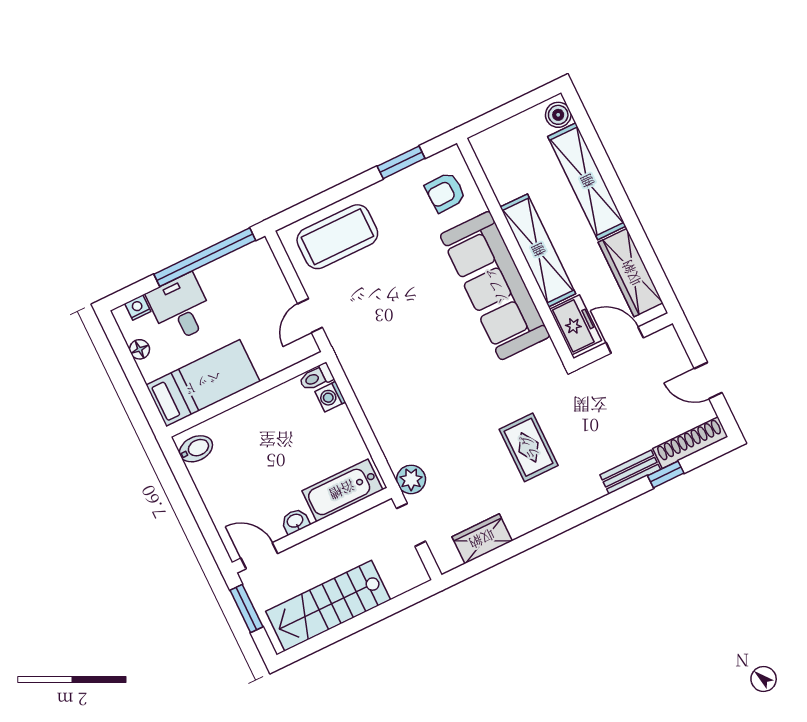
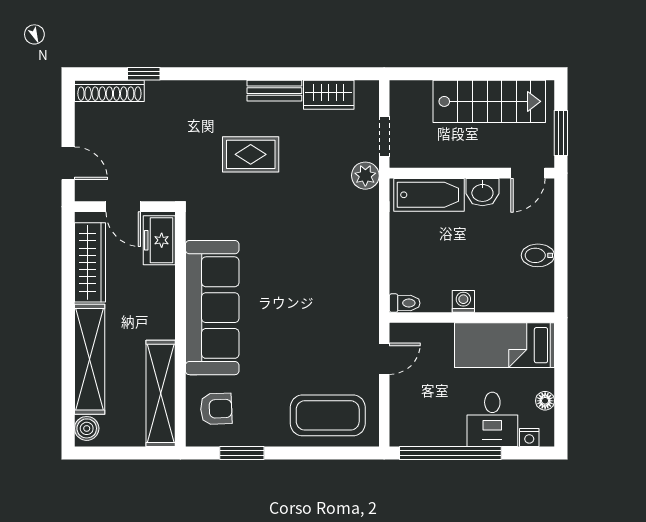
shelving: (538, 250) -> (161, 393), moved
door: (708, 381) -> (68, 163), moved
washing machine: (330, 397) -> (463, 301), moved, turned -90
rug: (529, 447) -> (251, 154), turned 90
bidet: (196, 449) -> (538, 255), moved
bench: (630, 472) -> (274, 91), moved
washbasin: (295, 521) -> (482, 192), width x1.38, depth x1.45
door: (259, 556) -> (528, 173), hinge flipped

